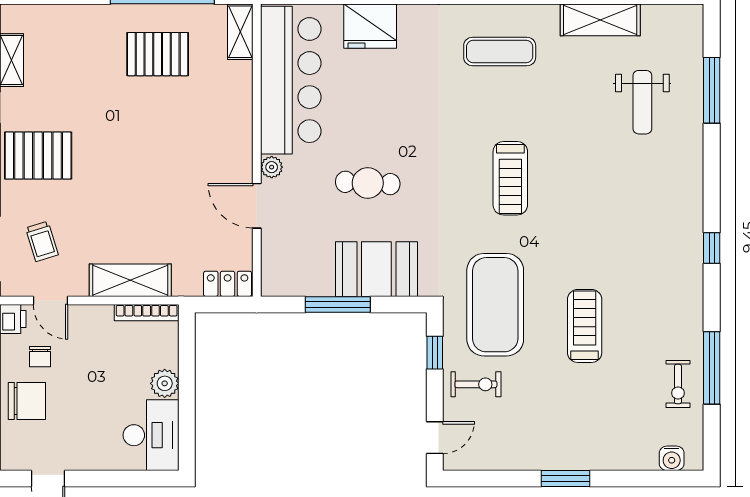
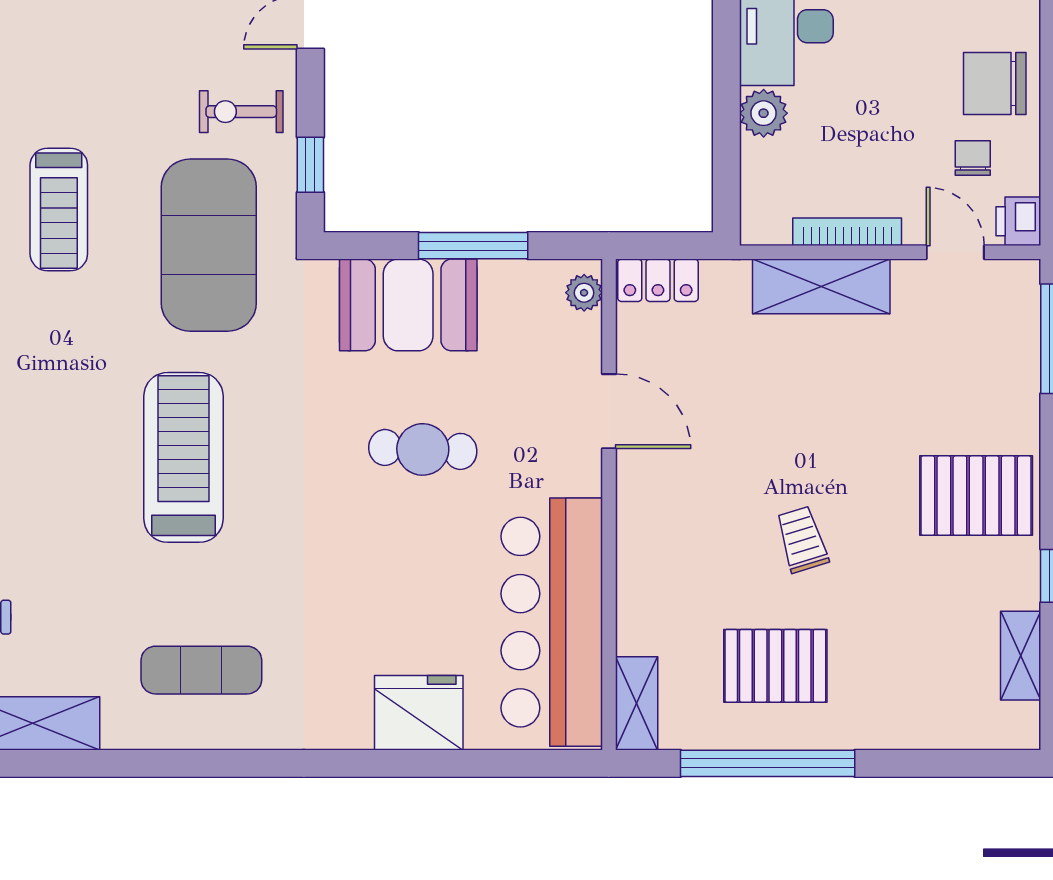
plant: (272, 167) -> (584, 293), moved
treadmill: (510, 178) -> (183, 457), width x1.37, depth x1.38
trolley: (42, 241) -> (802, 539), moved
bookcase: (147, 313) -> (847, 232), moved

